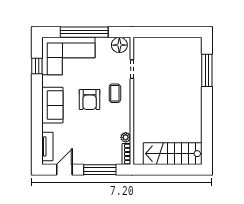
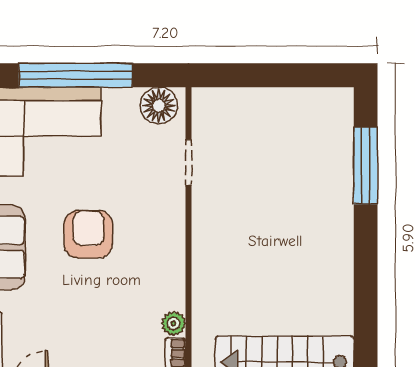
coffee table: (115, 93) -> (148, 219), removed
armchair: (90, 99) -> (88, 234), turned 180

